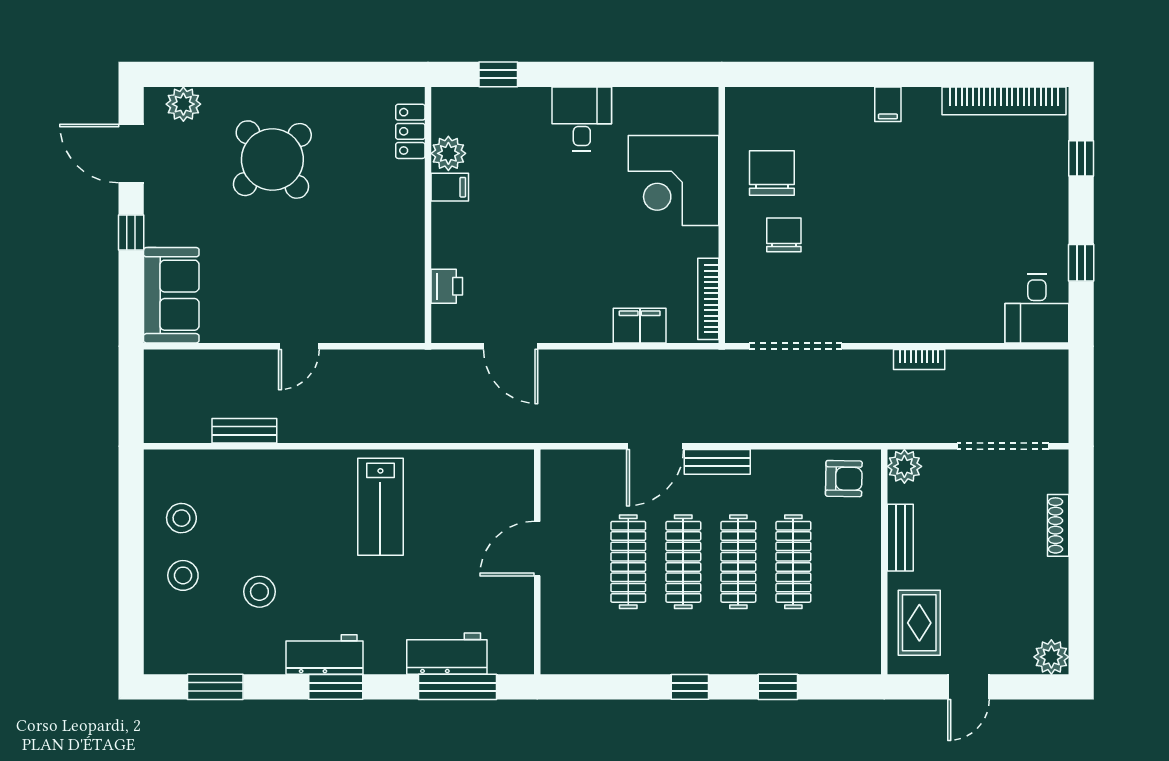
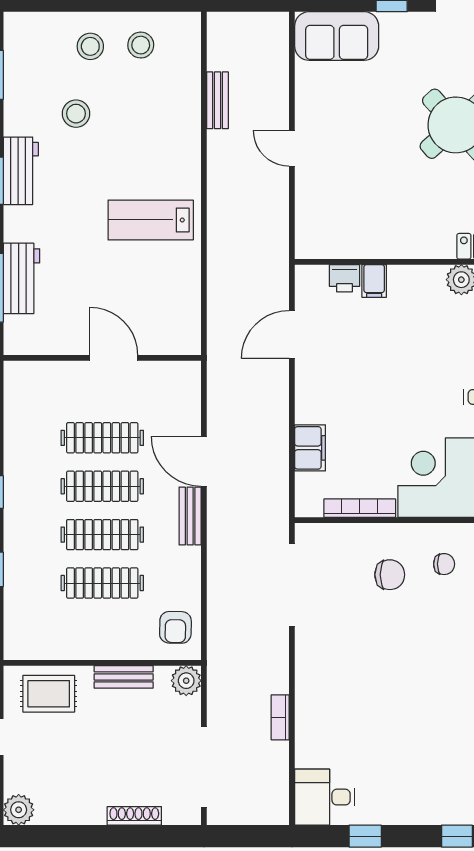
chair: (772, 173) -> (444, 564), width x0.54, depth x0.54
filing cabinet: (450, 187) -> (374, 281), moved
bookcase: (708, 299) -> (360, 508), moved
bookcase: (919, 360) -> (280, 717), moved

